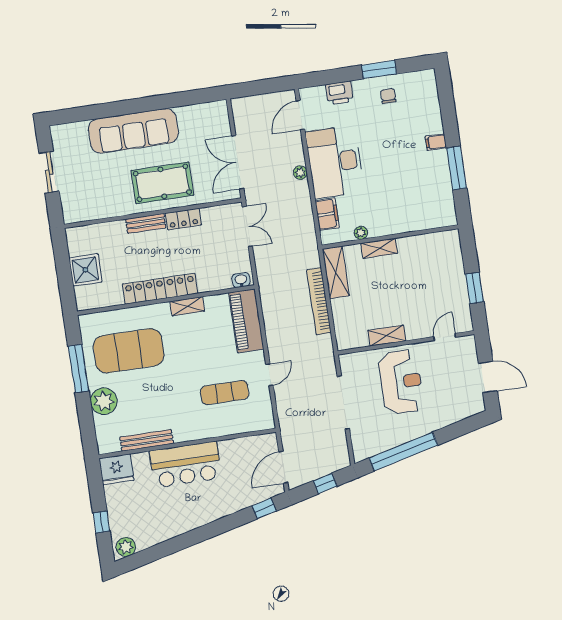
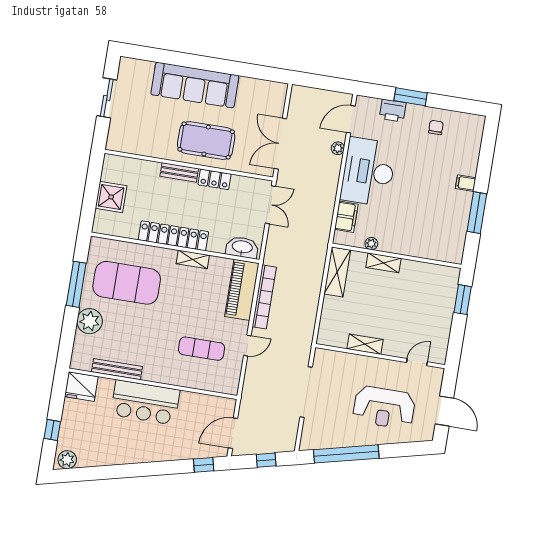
window: (379, 69) -> (411, 97), moved
plant: (300, 173) -> (338, 148), moved
washbasin: (241, 280) -> (242, 247), width x1.91, depth x1.45
window: (474, 288) -> (463, 300), moved
bookcase: (319, 301) -> (264, 297), moved, turned 180
reception desk: (401, 382) -> (384, 408), moved, turned 90

